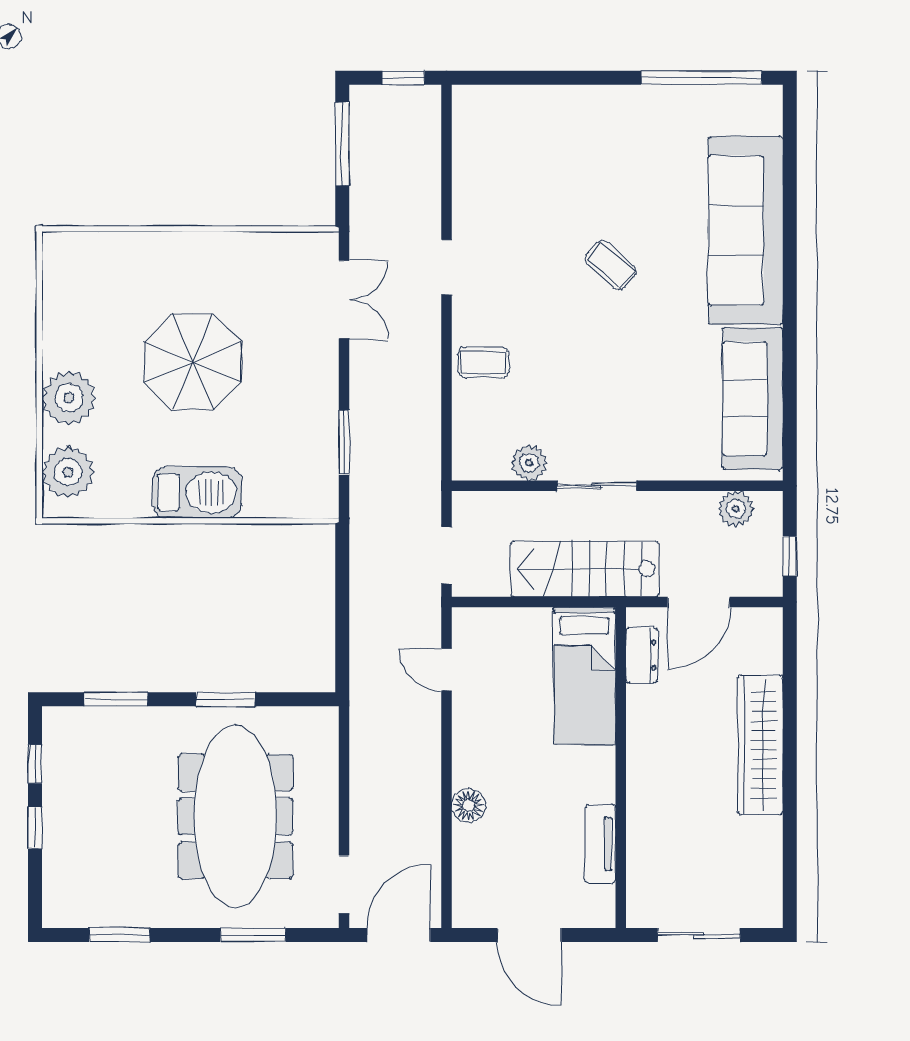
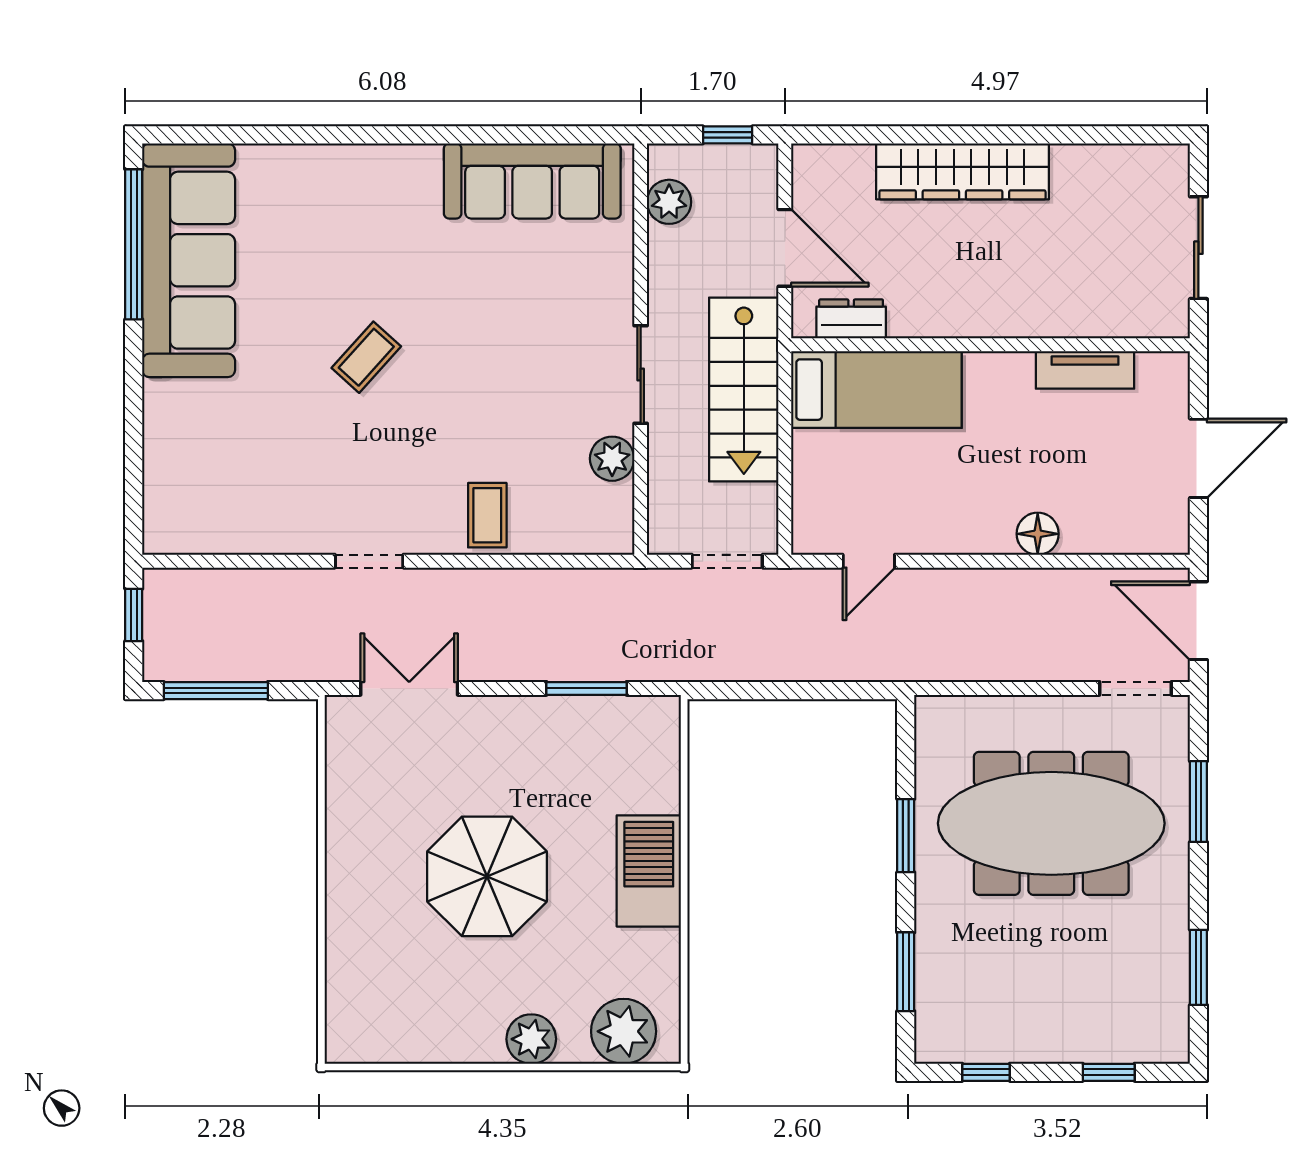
sofa: (745, 231) -> (189, 260), moved, turned -90
plant: (69, 398) -> (531, 1039), width x0.73, depth x0.73
window: (35, 828) -> (1109, 1072), moved

